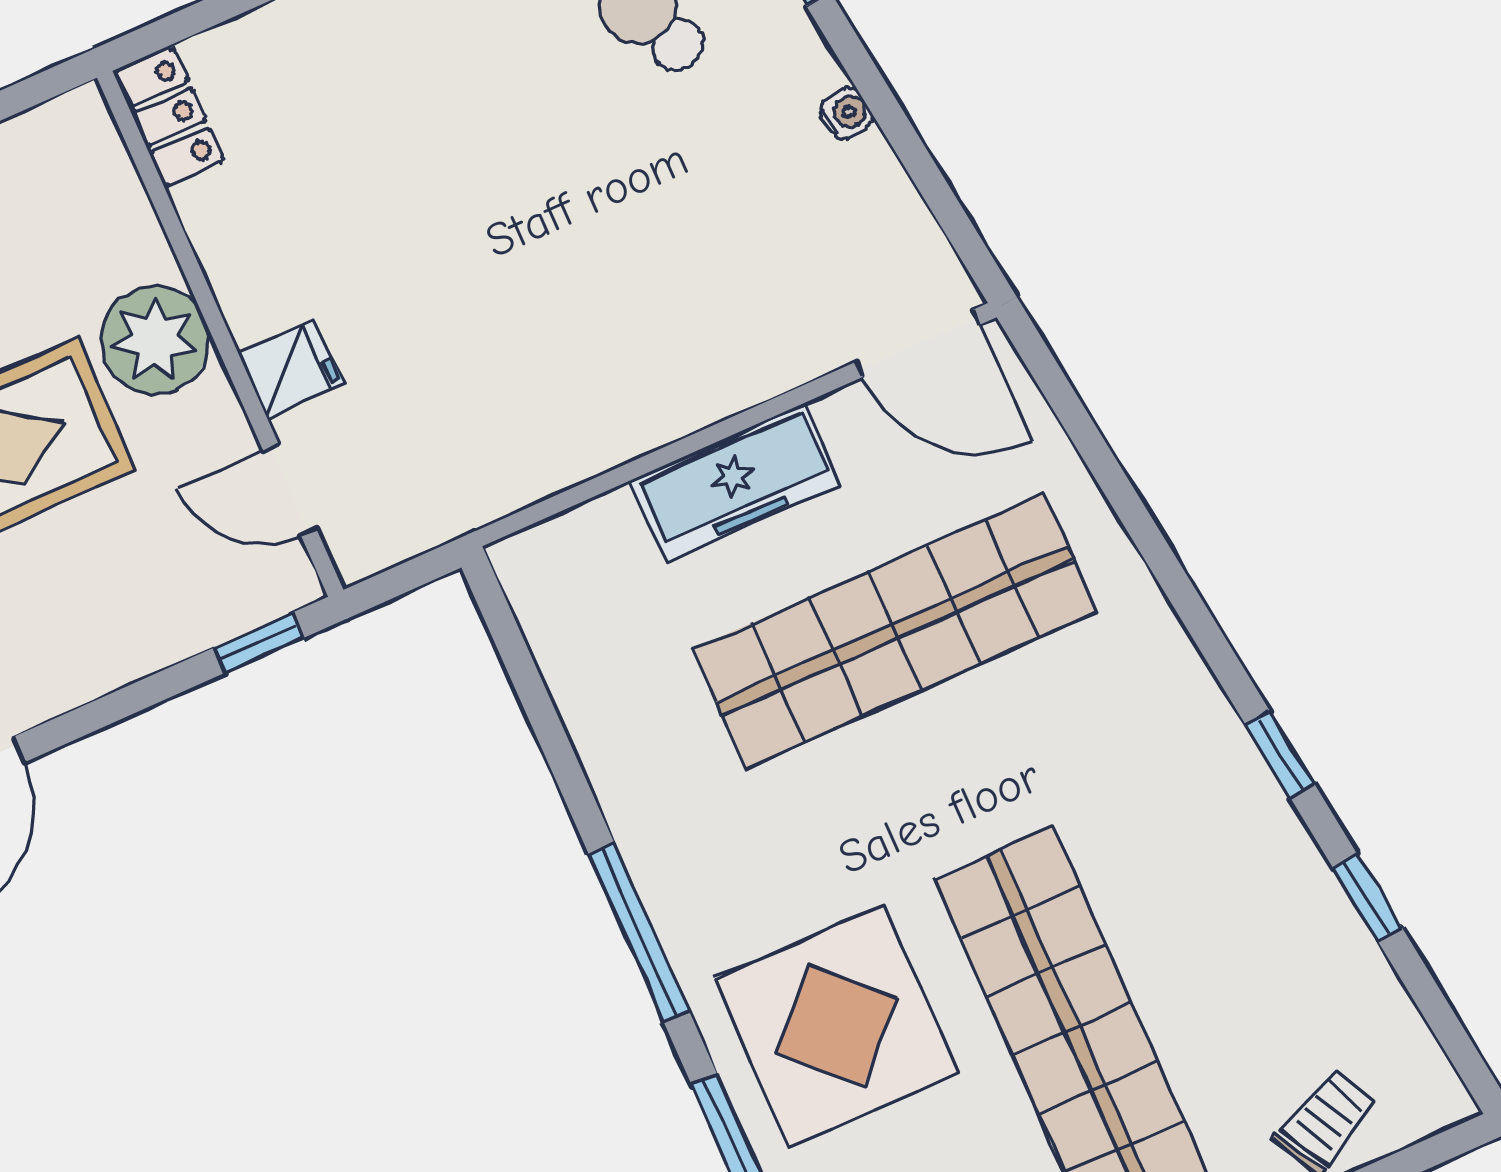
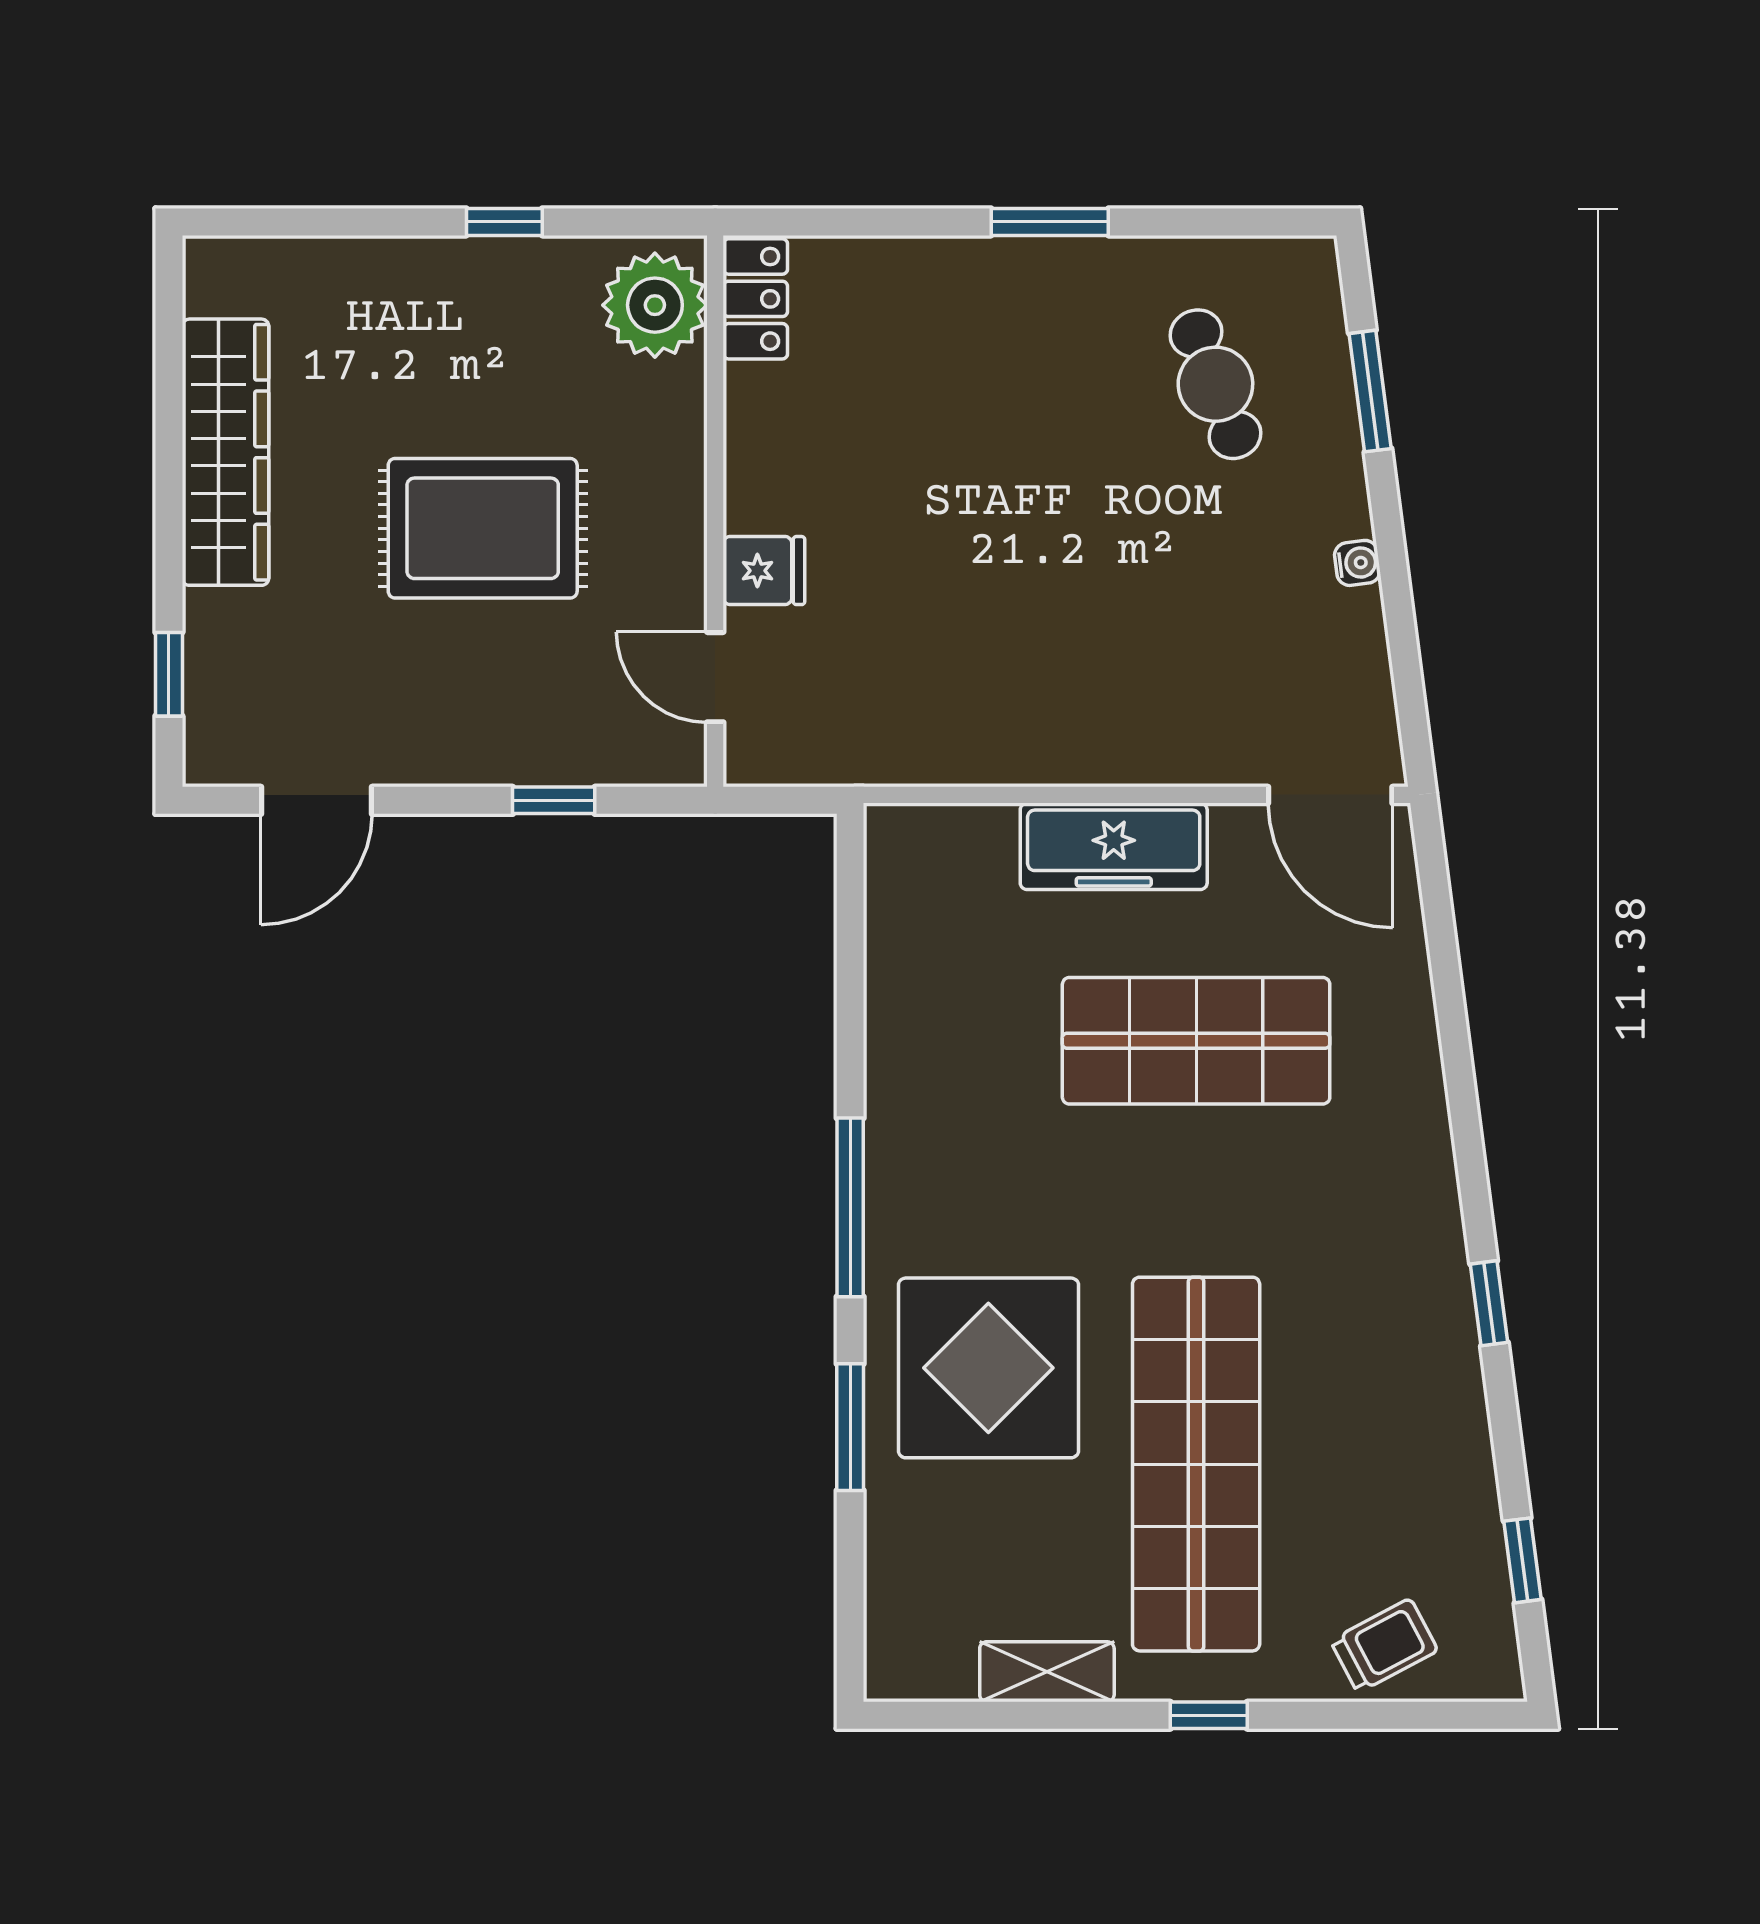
plant: (155, 340) -> (655, 305), moved
shop shelf: (895, 631) -> (1196, 1041), width x0.71
window: (258, 643) -> (554, 800), moved
window: (1367, 897) -> (1523, 1560), moved

